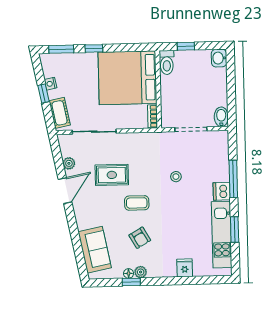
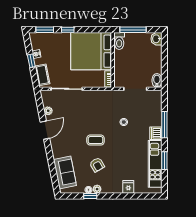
window: (186, 46) -> (133, 30), width x2.17
rug: (112, 175) -> (78, 120), removed

